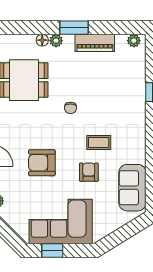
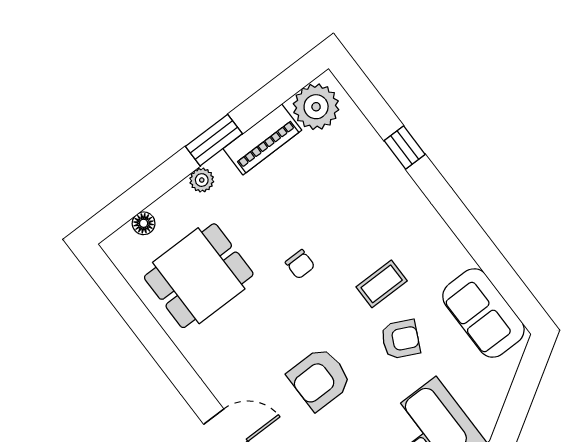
floor lamp: (42, 40) -> (144, 223), moved
plant: (134, 41) -> (316, 107), width x1.88, depth x1.88
armchair: (89, 172) -> (401, 339), turned 116

